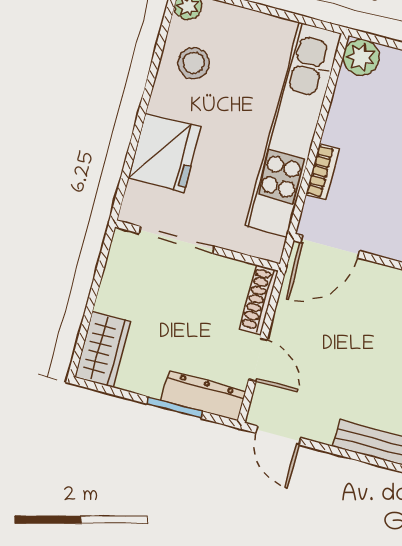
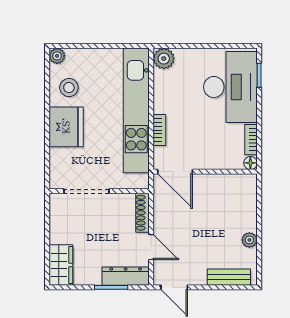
fridge: (165, 152) -> (66, 127), moved
door: (330, 247) -> (175, 172), hinge flipped

